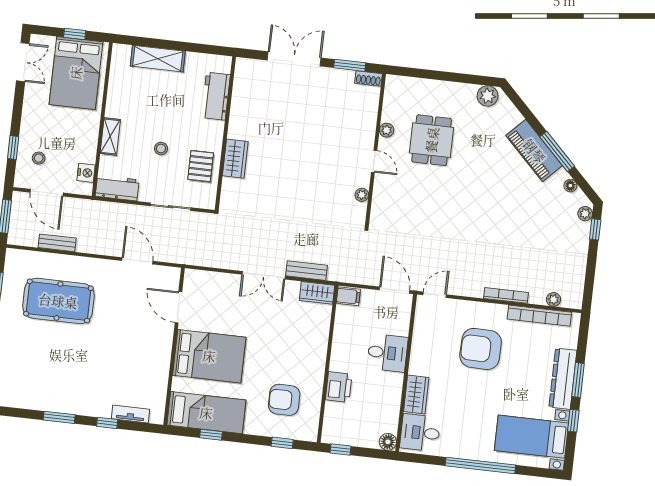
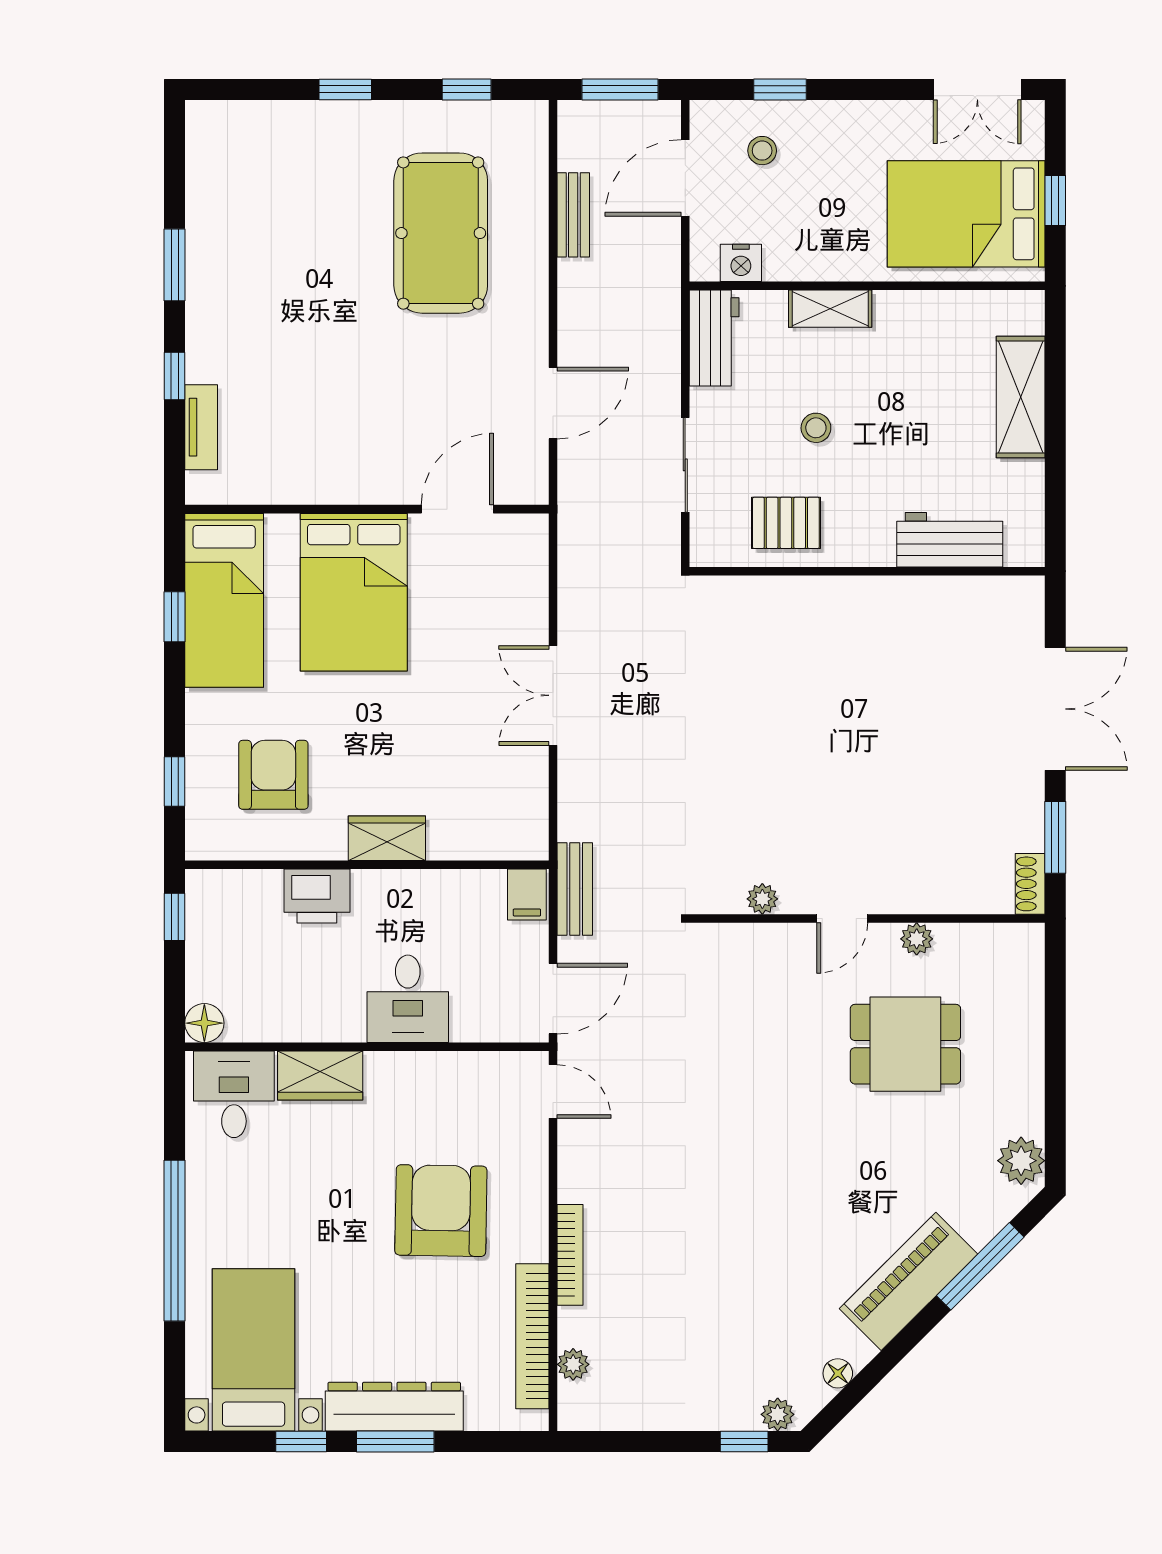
window: (557, 152) -> (980, 1266), moved
wardrobe: (235, 159) -> (812, 600), removed
bench: (307, 271) -> (575, 889), moved
wardrobe: (317, 293) -> (387, 838), moved, turned 90

